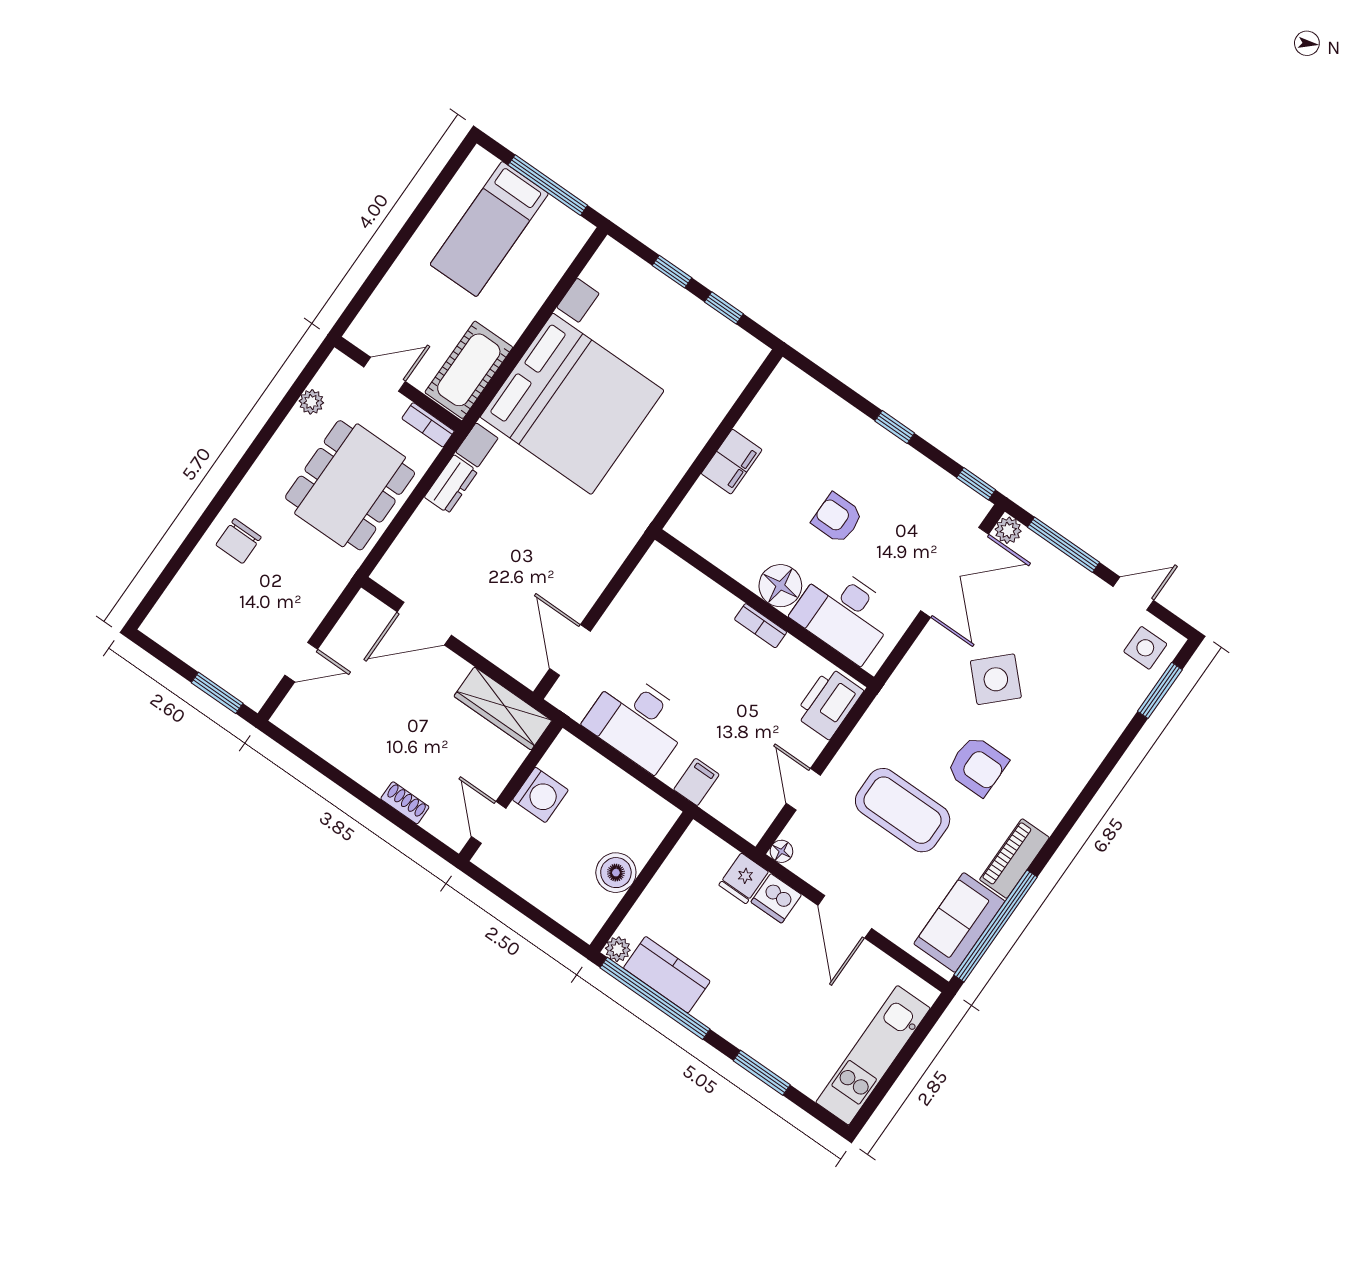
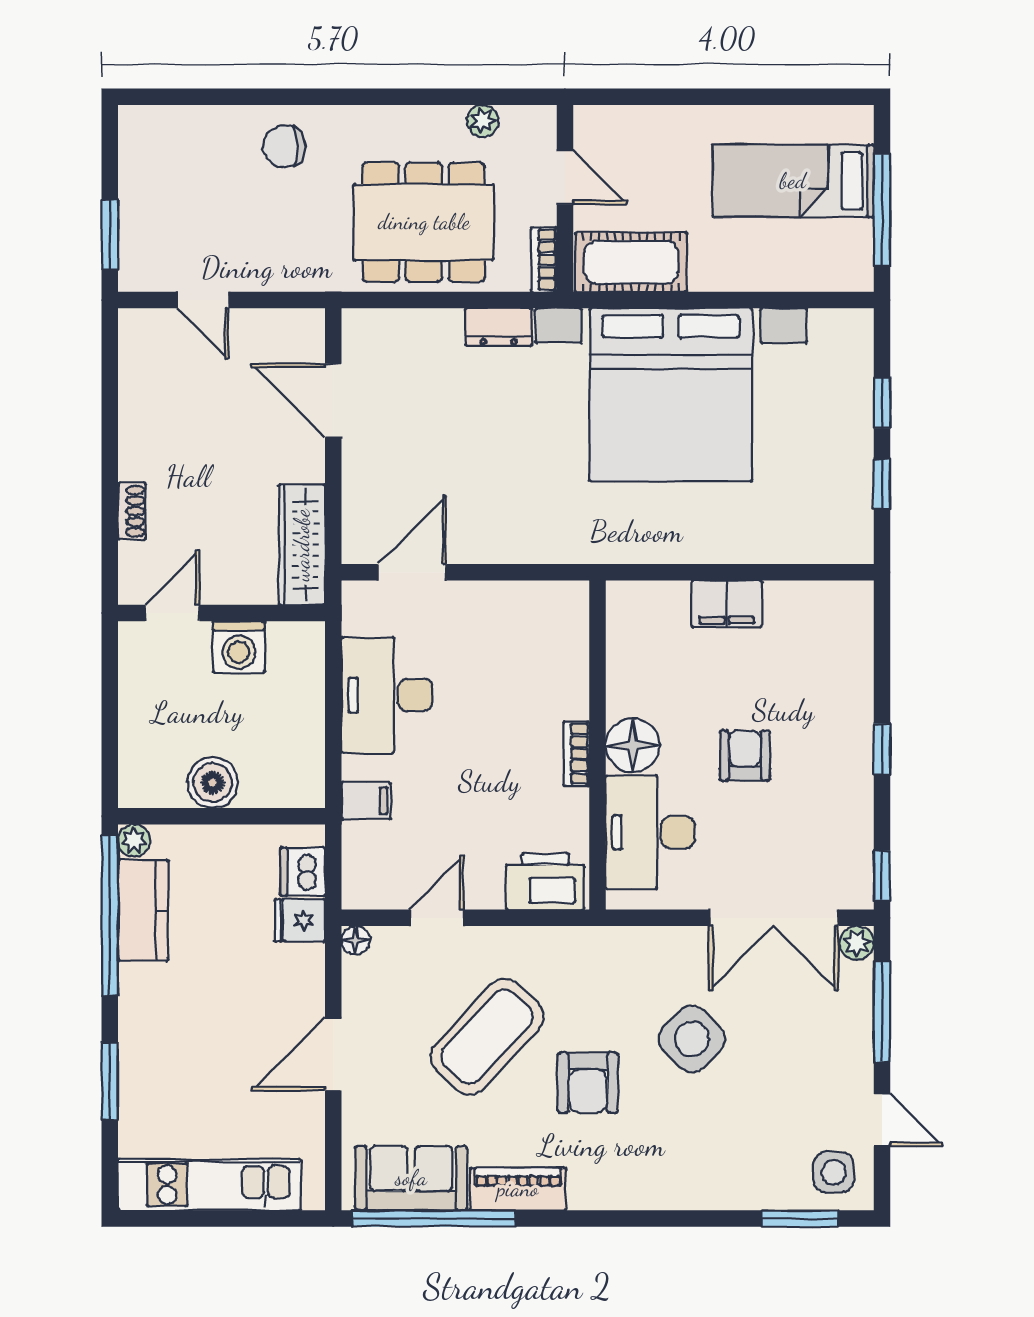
coffee table: (903, 810) -> (487, 1037), turned 43
dishwasher: (776, 898) -> (303, 872), moved

